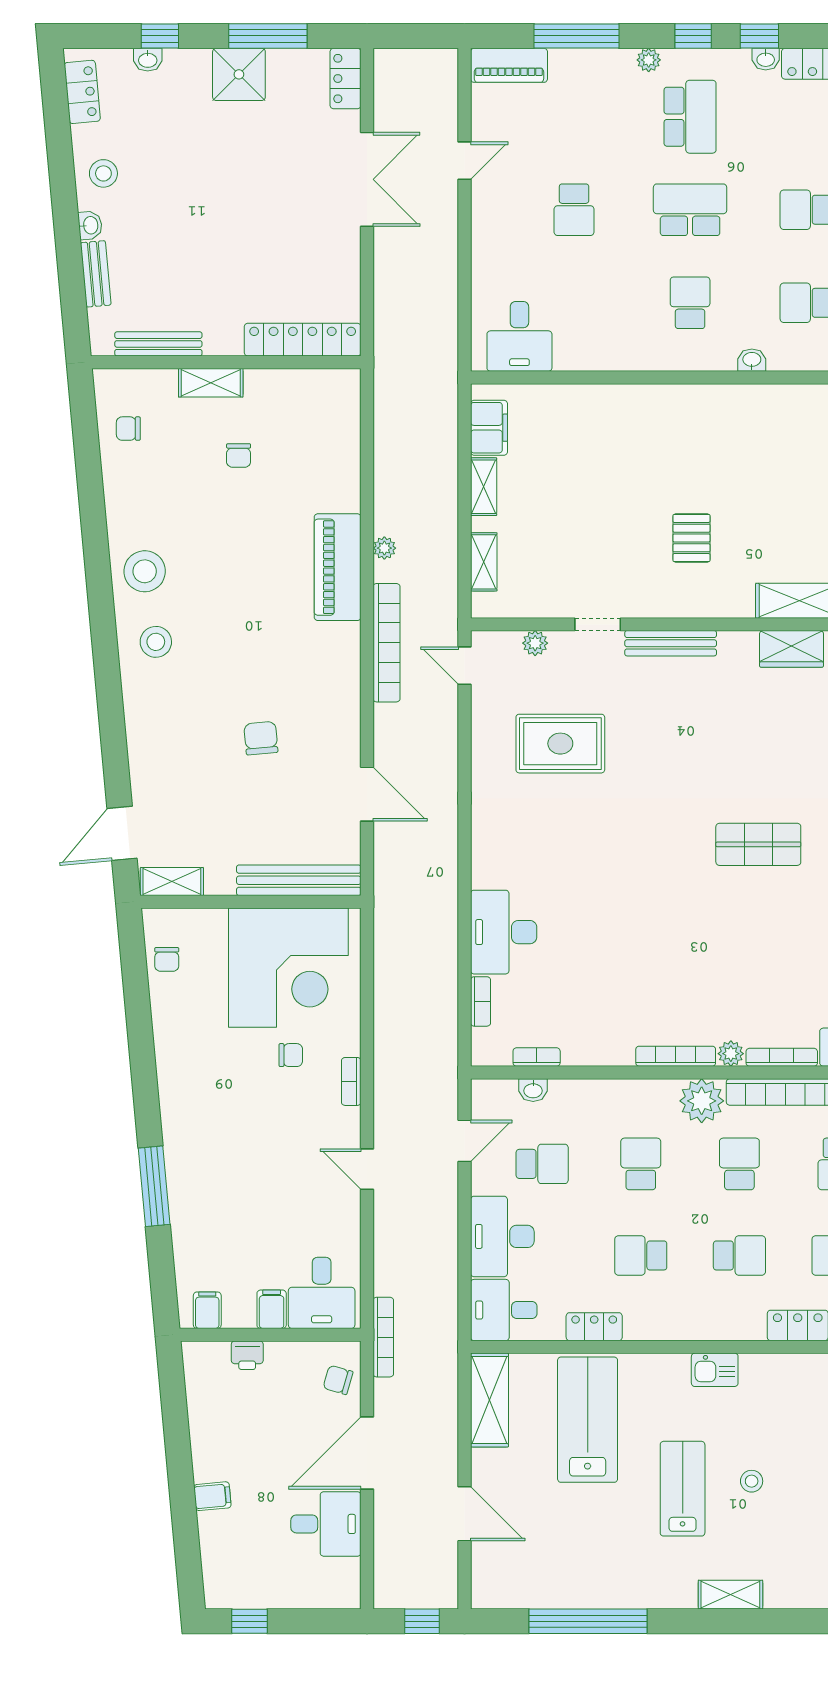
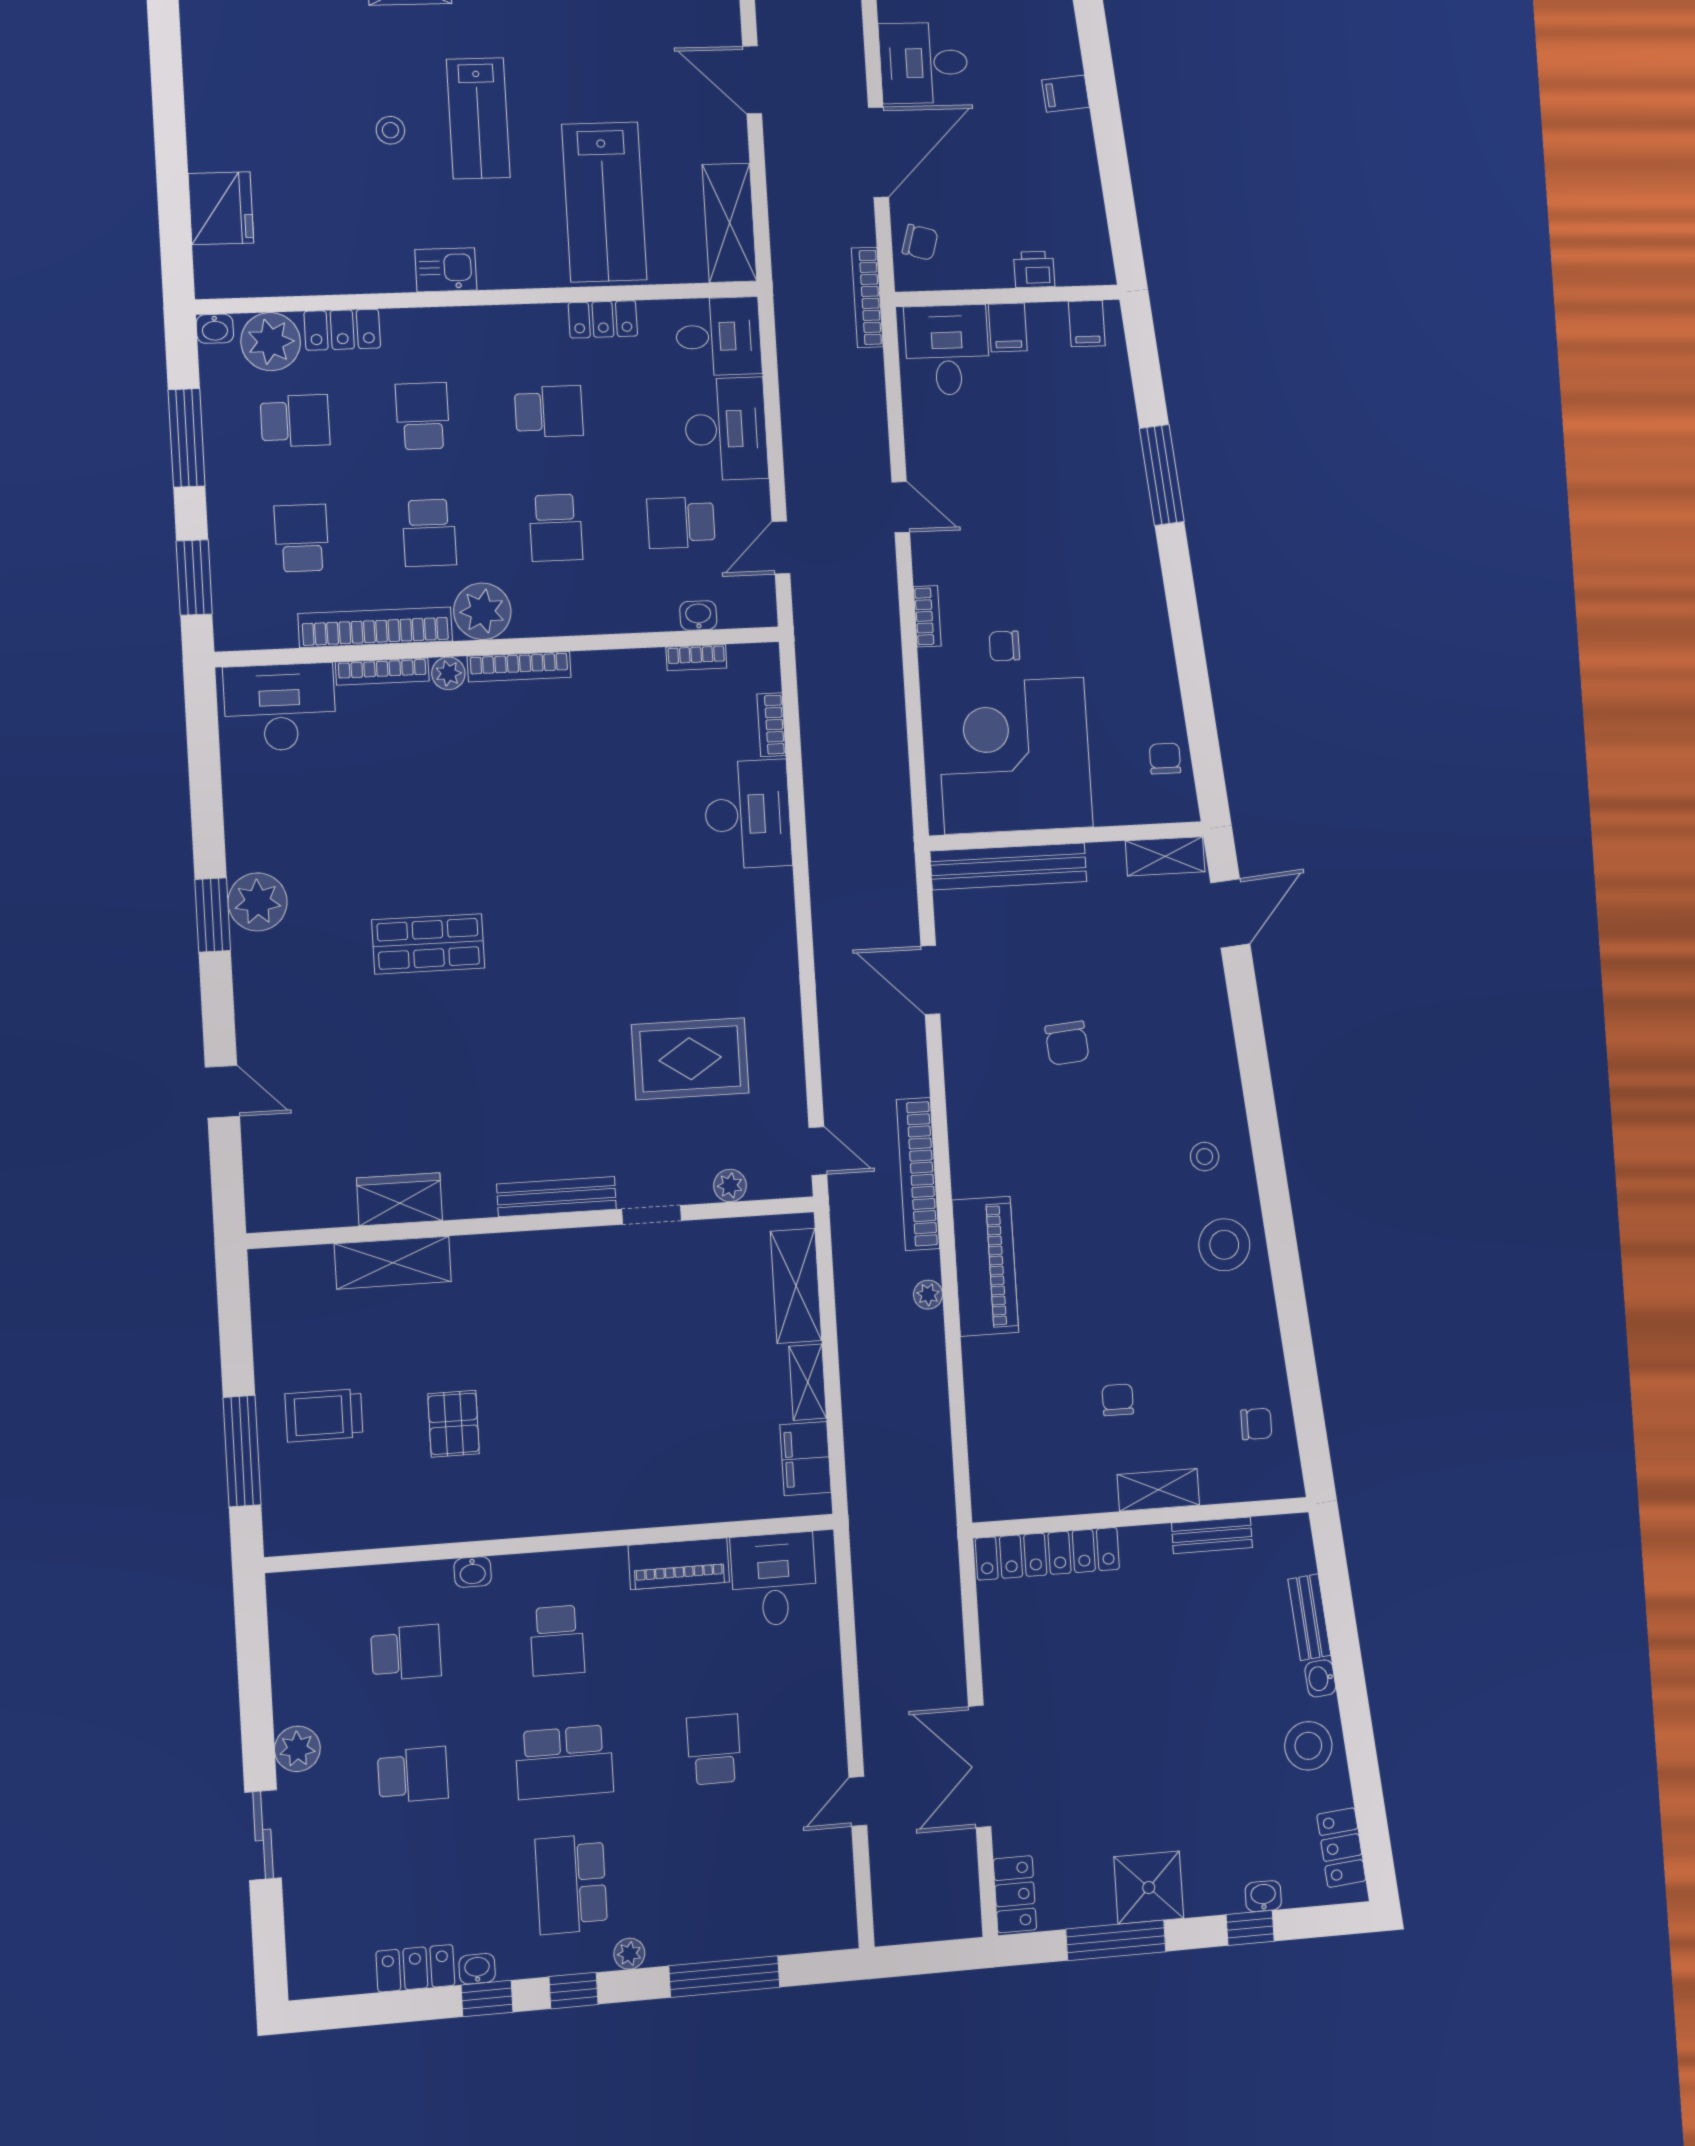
piano: (509, 65) -> (679, 1564), moved, turned 180
stool: (103, 173) -> (1308, 1746), width x1.38, depth x1.38
bench: (158, 344) -> (1212, 1535), width x0.73
pallet: (691, 538) -> (454, 1424), moved
shelving: (484, 562) -> (796, 1286), width x1.50, depth x1.33
stool: (156, 642) -> (1205, 1157), width x0.73, depth x0.73
school desk: (739, 1255) -> (423, 416), turned 90

